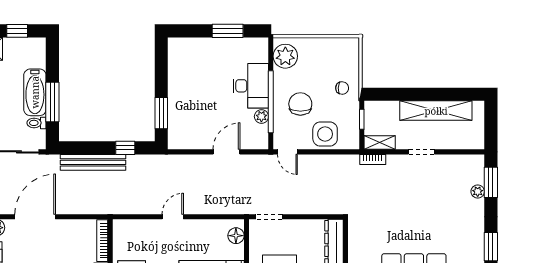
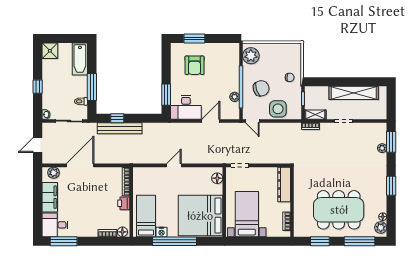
window: (17, 31) -> (68, 38), removed
window: (228, 31) -> (194, 38), moved
armchair: (203, 70) -> (194, 65), added
desk: (251, 86) -> (186, 107), moved, turned 90
bathtub: (35, 92) -> (80, 59), moved
chair: (300, 104) -> (261, 88), turned 71
window: (125, 148) -> (117, 118), moved

